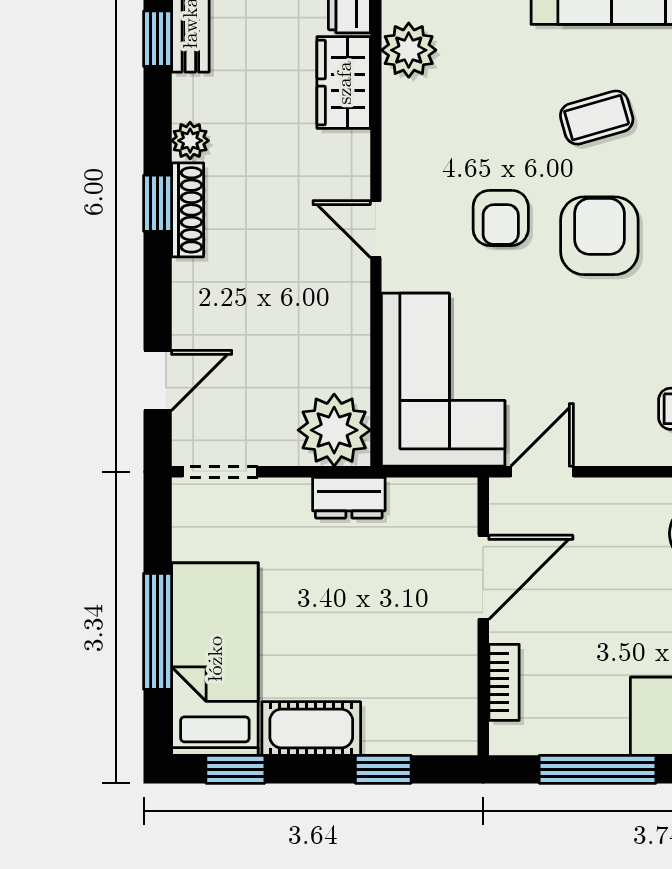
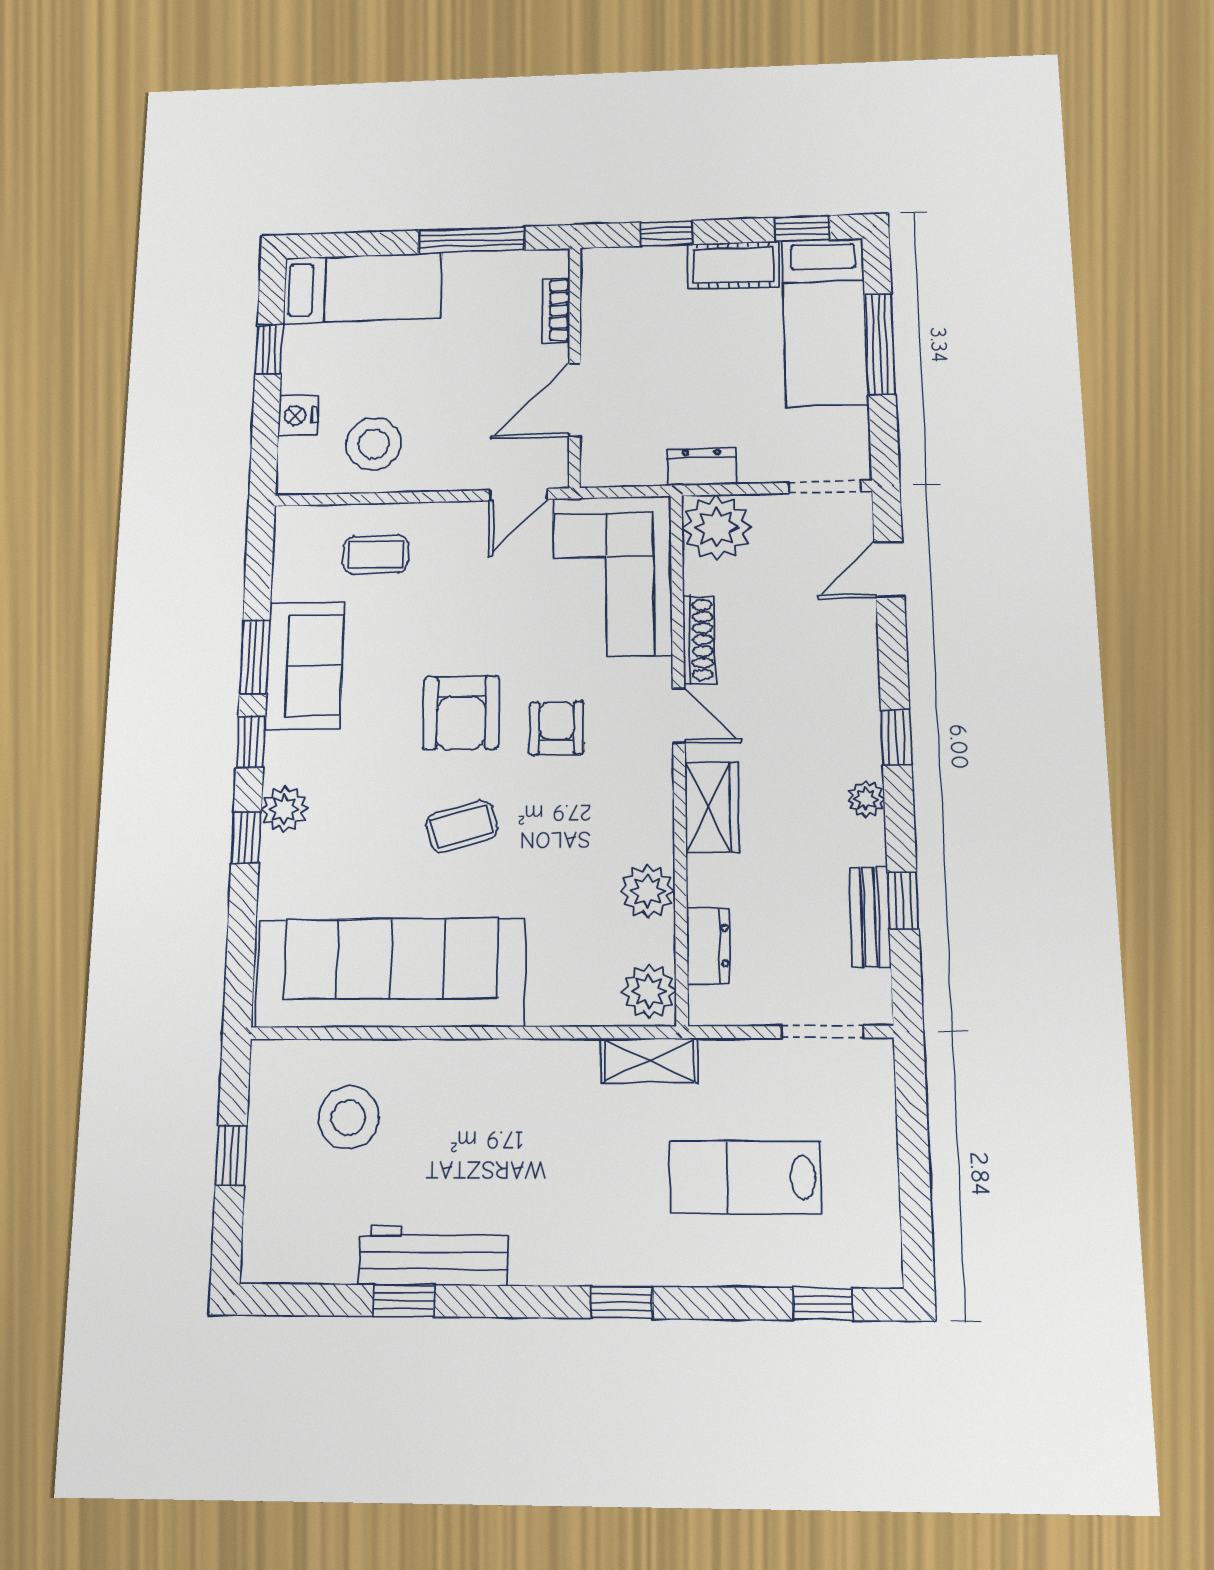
wardrobe: (344, 83) -> (712, 807), moved
shoe rack: (188, 210) -> (699, 640), moved, turned 180

